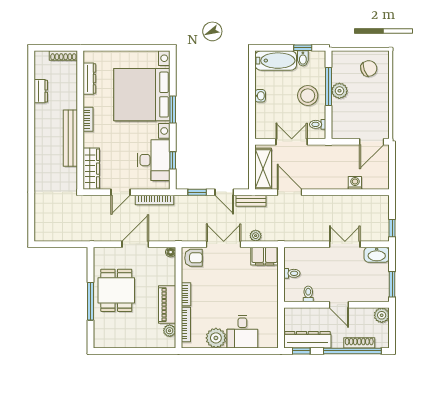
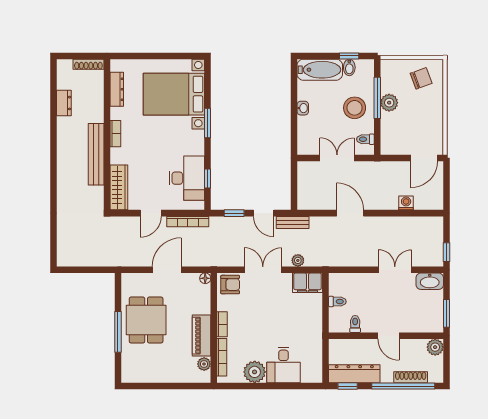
bed with nightstands: (142, 95) -> (174, 94), width x0.73
shelving: (263, 169) -> (306, 188), removed
door: (289, 192) -> (350, 213), moved

